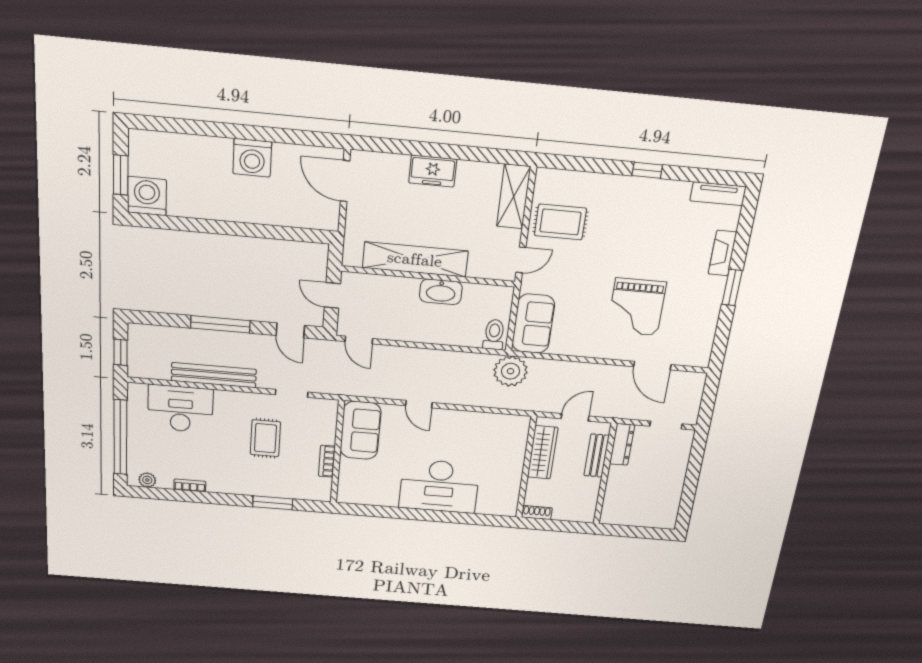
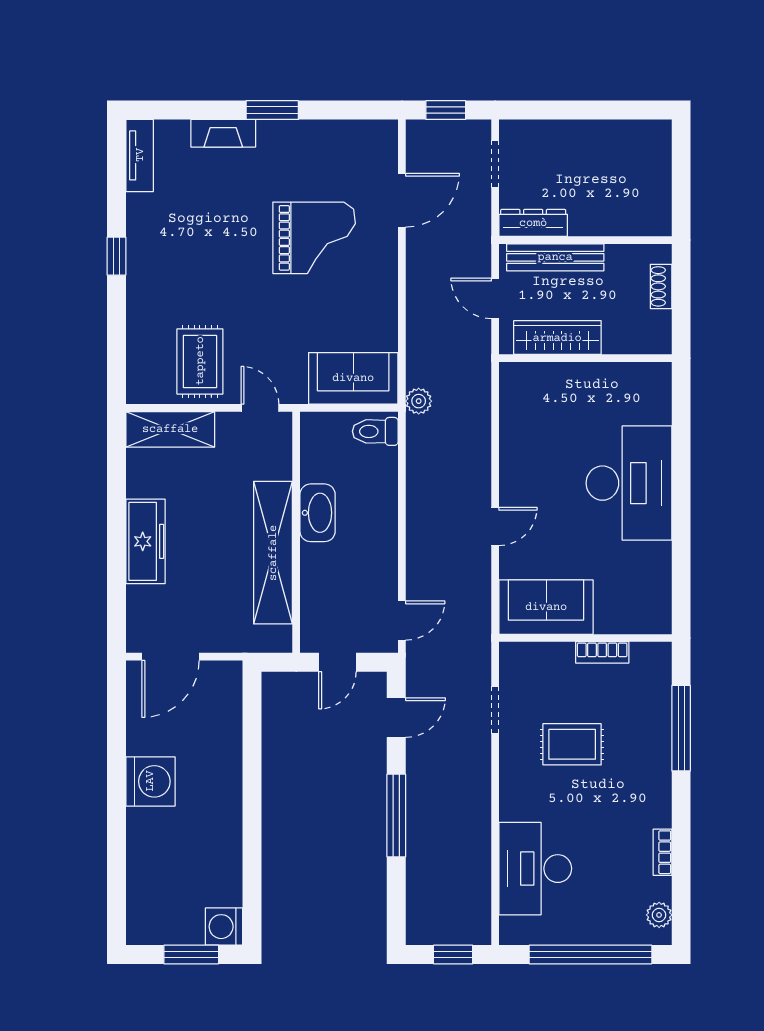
freezer: (433, 171) -> (145, 541), width x1.40
washing machine: (147, 196) -> (224, 927), width x0.73, depth x0.73
plant: (511, 371) -> (419, 401), width x0.53, depth x0.53
bench: (214, 375) -> (477, 822), removed
window: (709, 398) -> (446, 110), added
bench: (597, 456) -> (555, 257), width x1.36
window: (273, 503) -> (681, 728), width x1.44
shoe rack: (537, 513) -> (661, 286), moved

